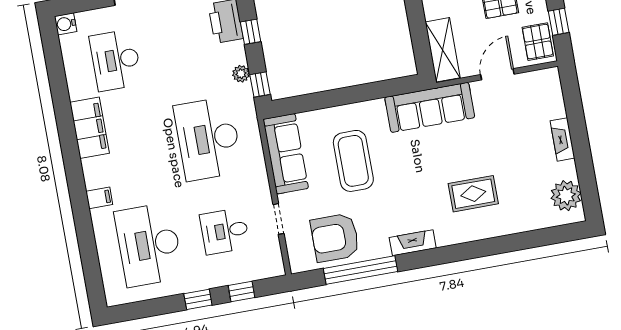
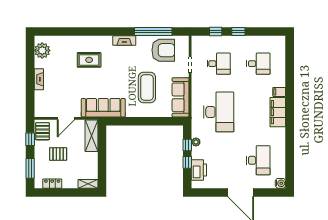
window: (260, 85) -> (187, 145), moved
filing cabinet: (90, 128) -> (278, 112), moved
desk: (149, 245) -> (258, 64), width x0.53, depth x0.77

